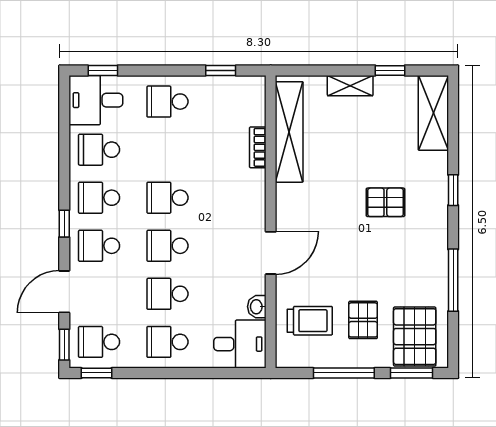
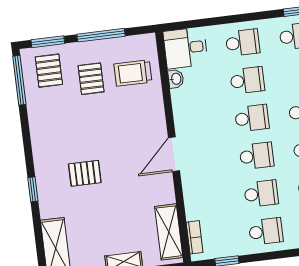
shelving: (289, 132) -> (169, 232), width x0.68
bookcase: (258, 147) -> (195, 237), moved
school desk: (167, 150) -> (261, 194), added
door: (271, 253) -> (174, 154), moved
window: (453, 280) -> (19, 80), moved
pallet: (415, 337) -> (49, 71), width x0.67, depth x0.71

